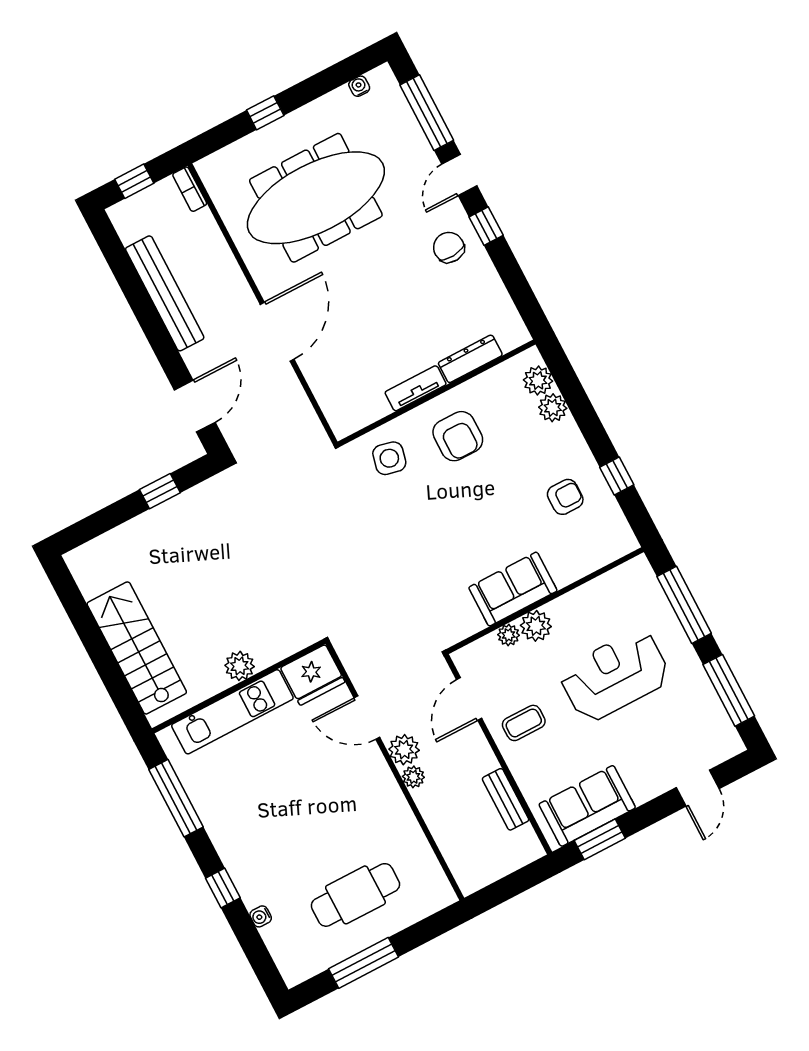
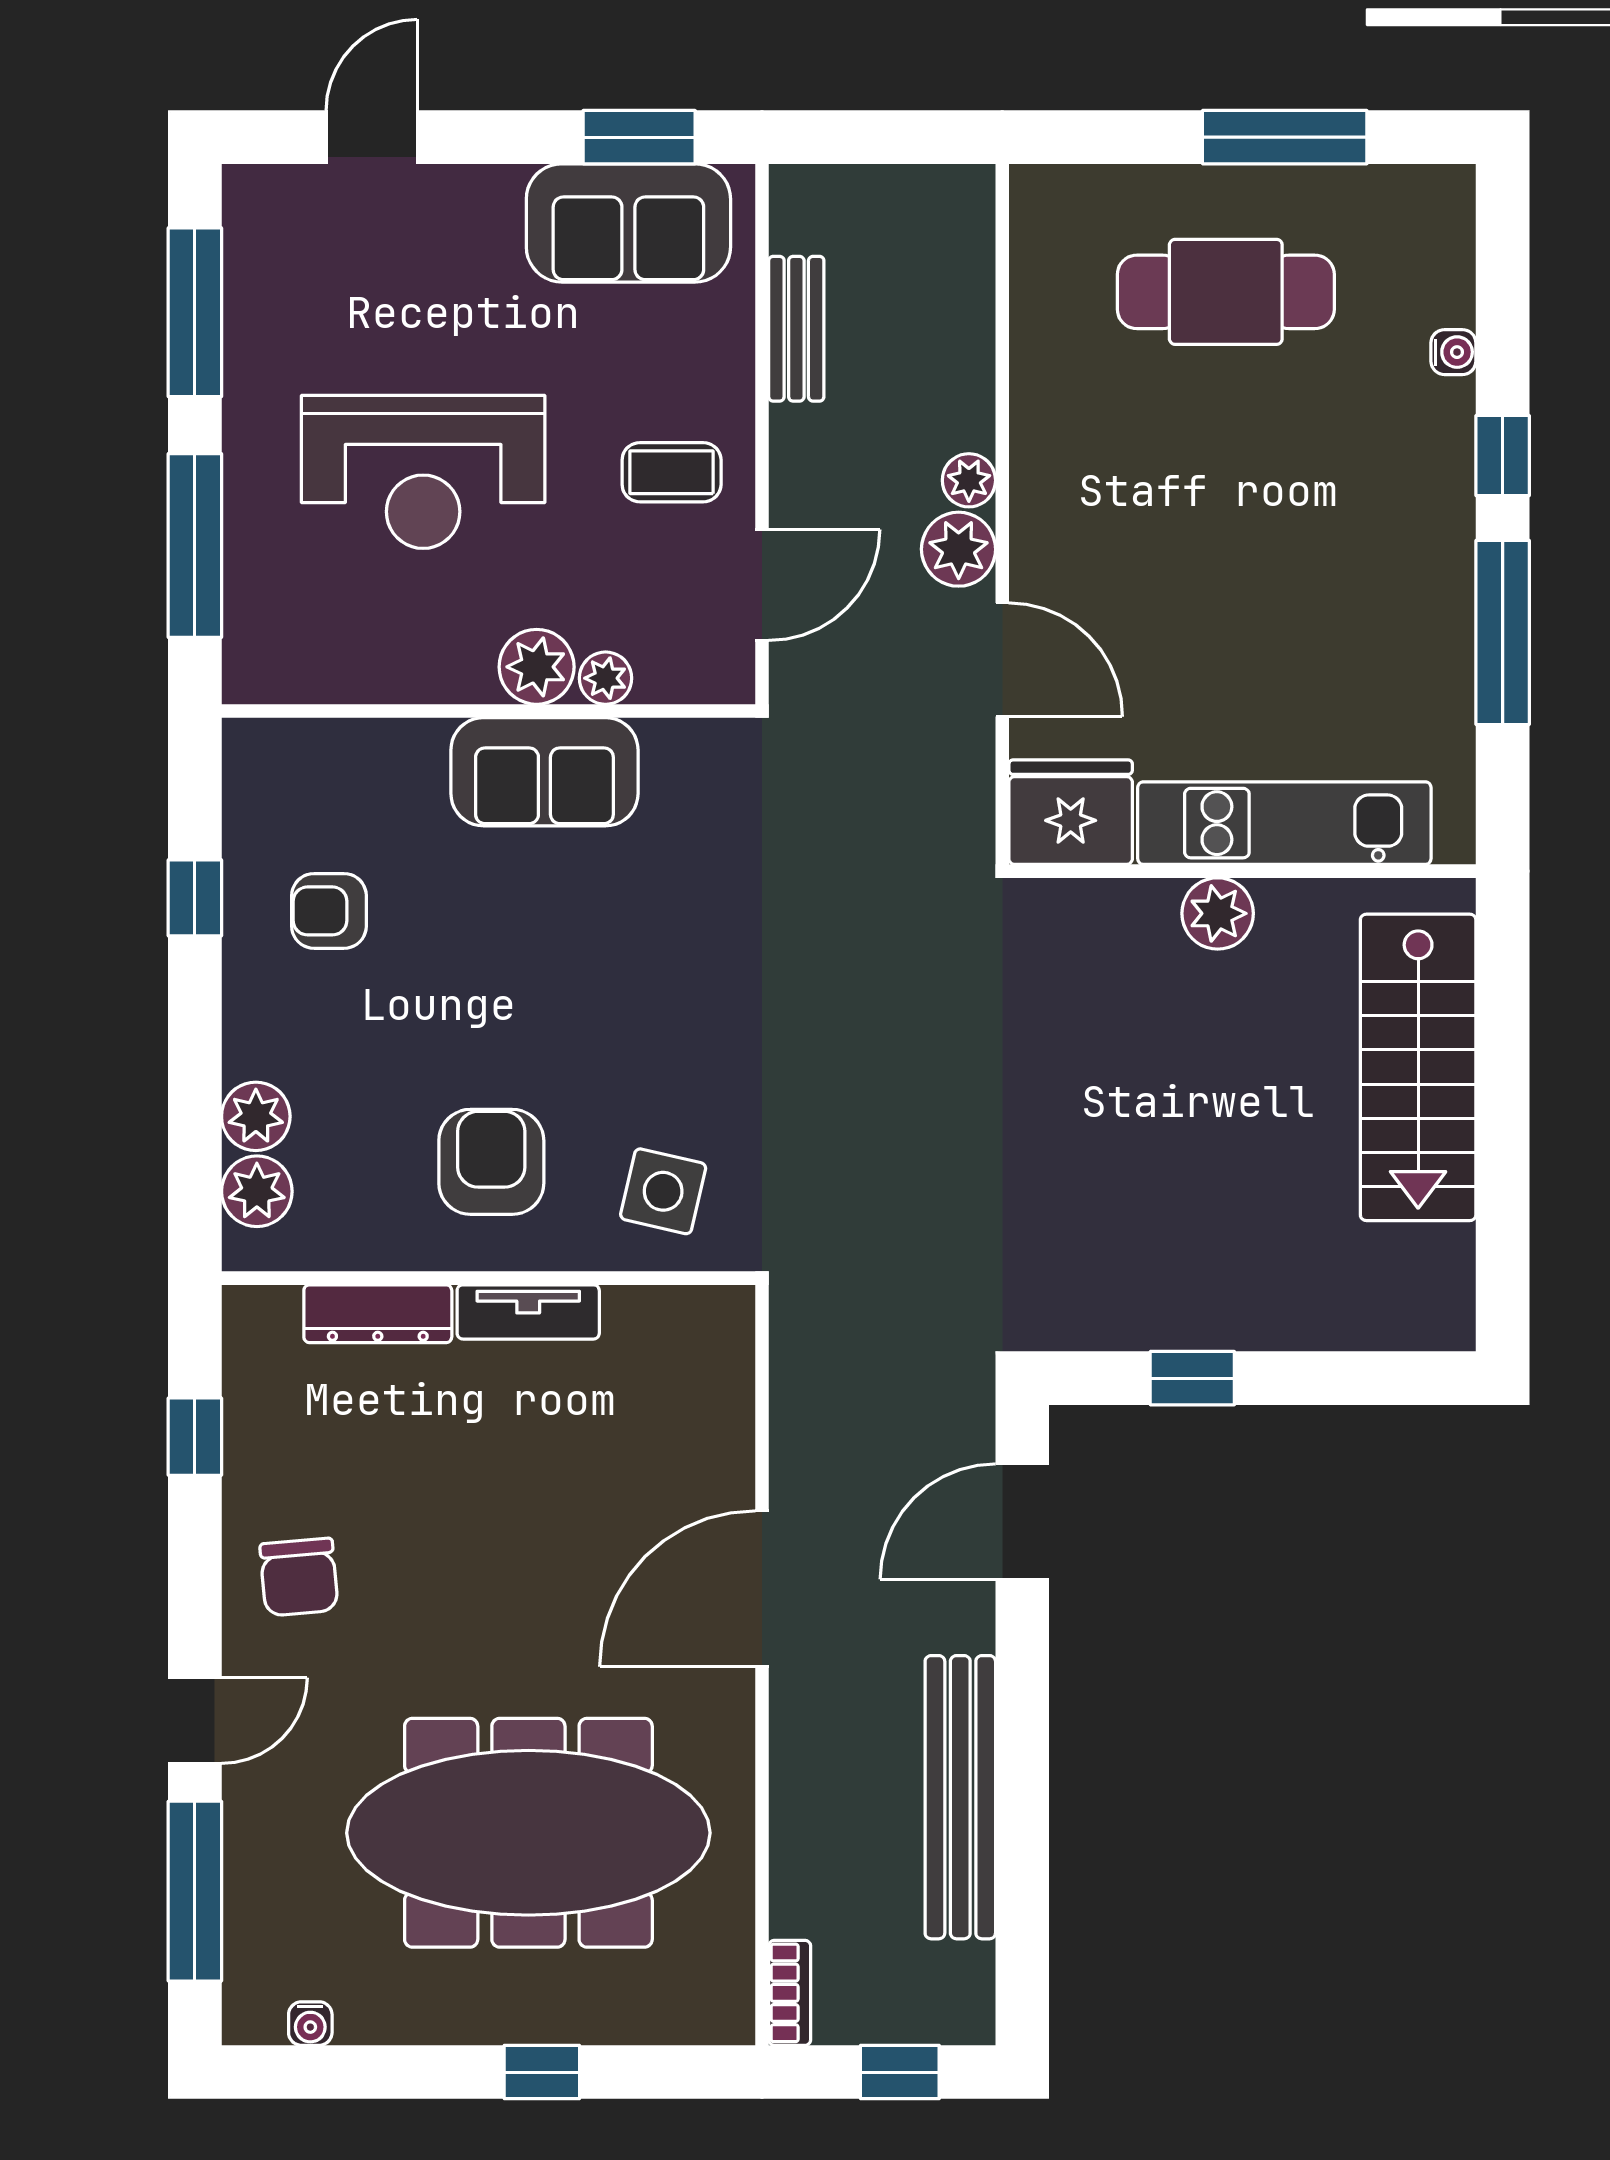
window: (486, 226) -> (195, 1437), moved
window: (176, 798) -> (1503, 632), moved

